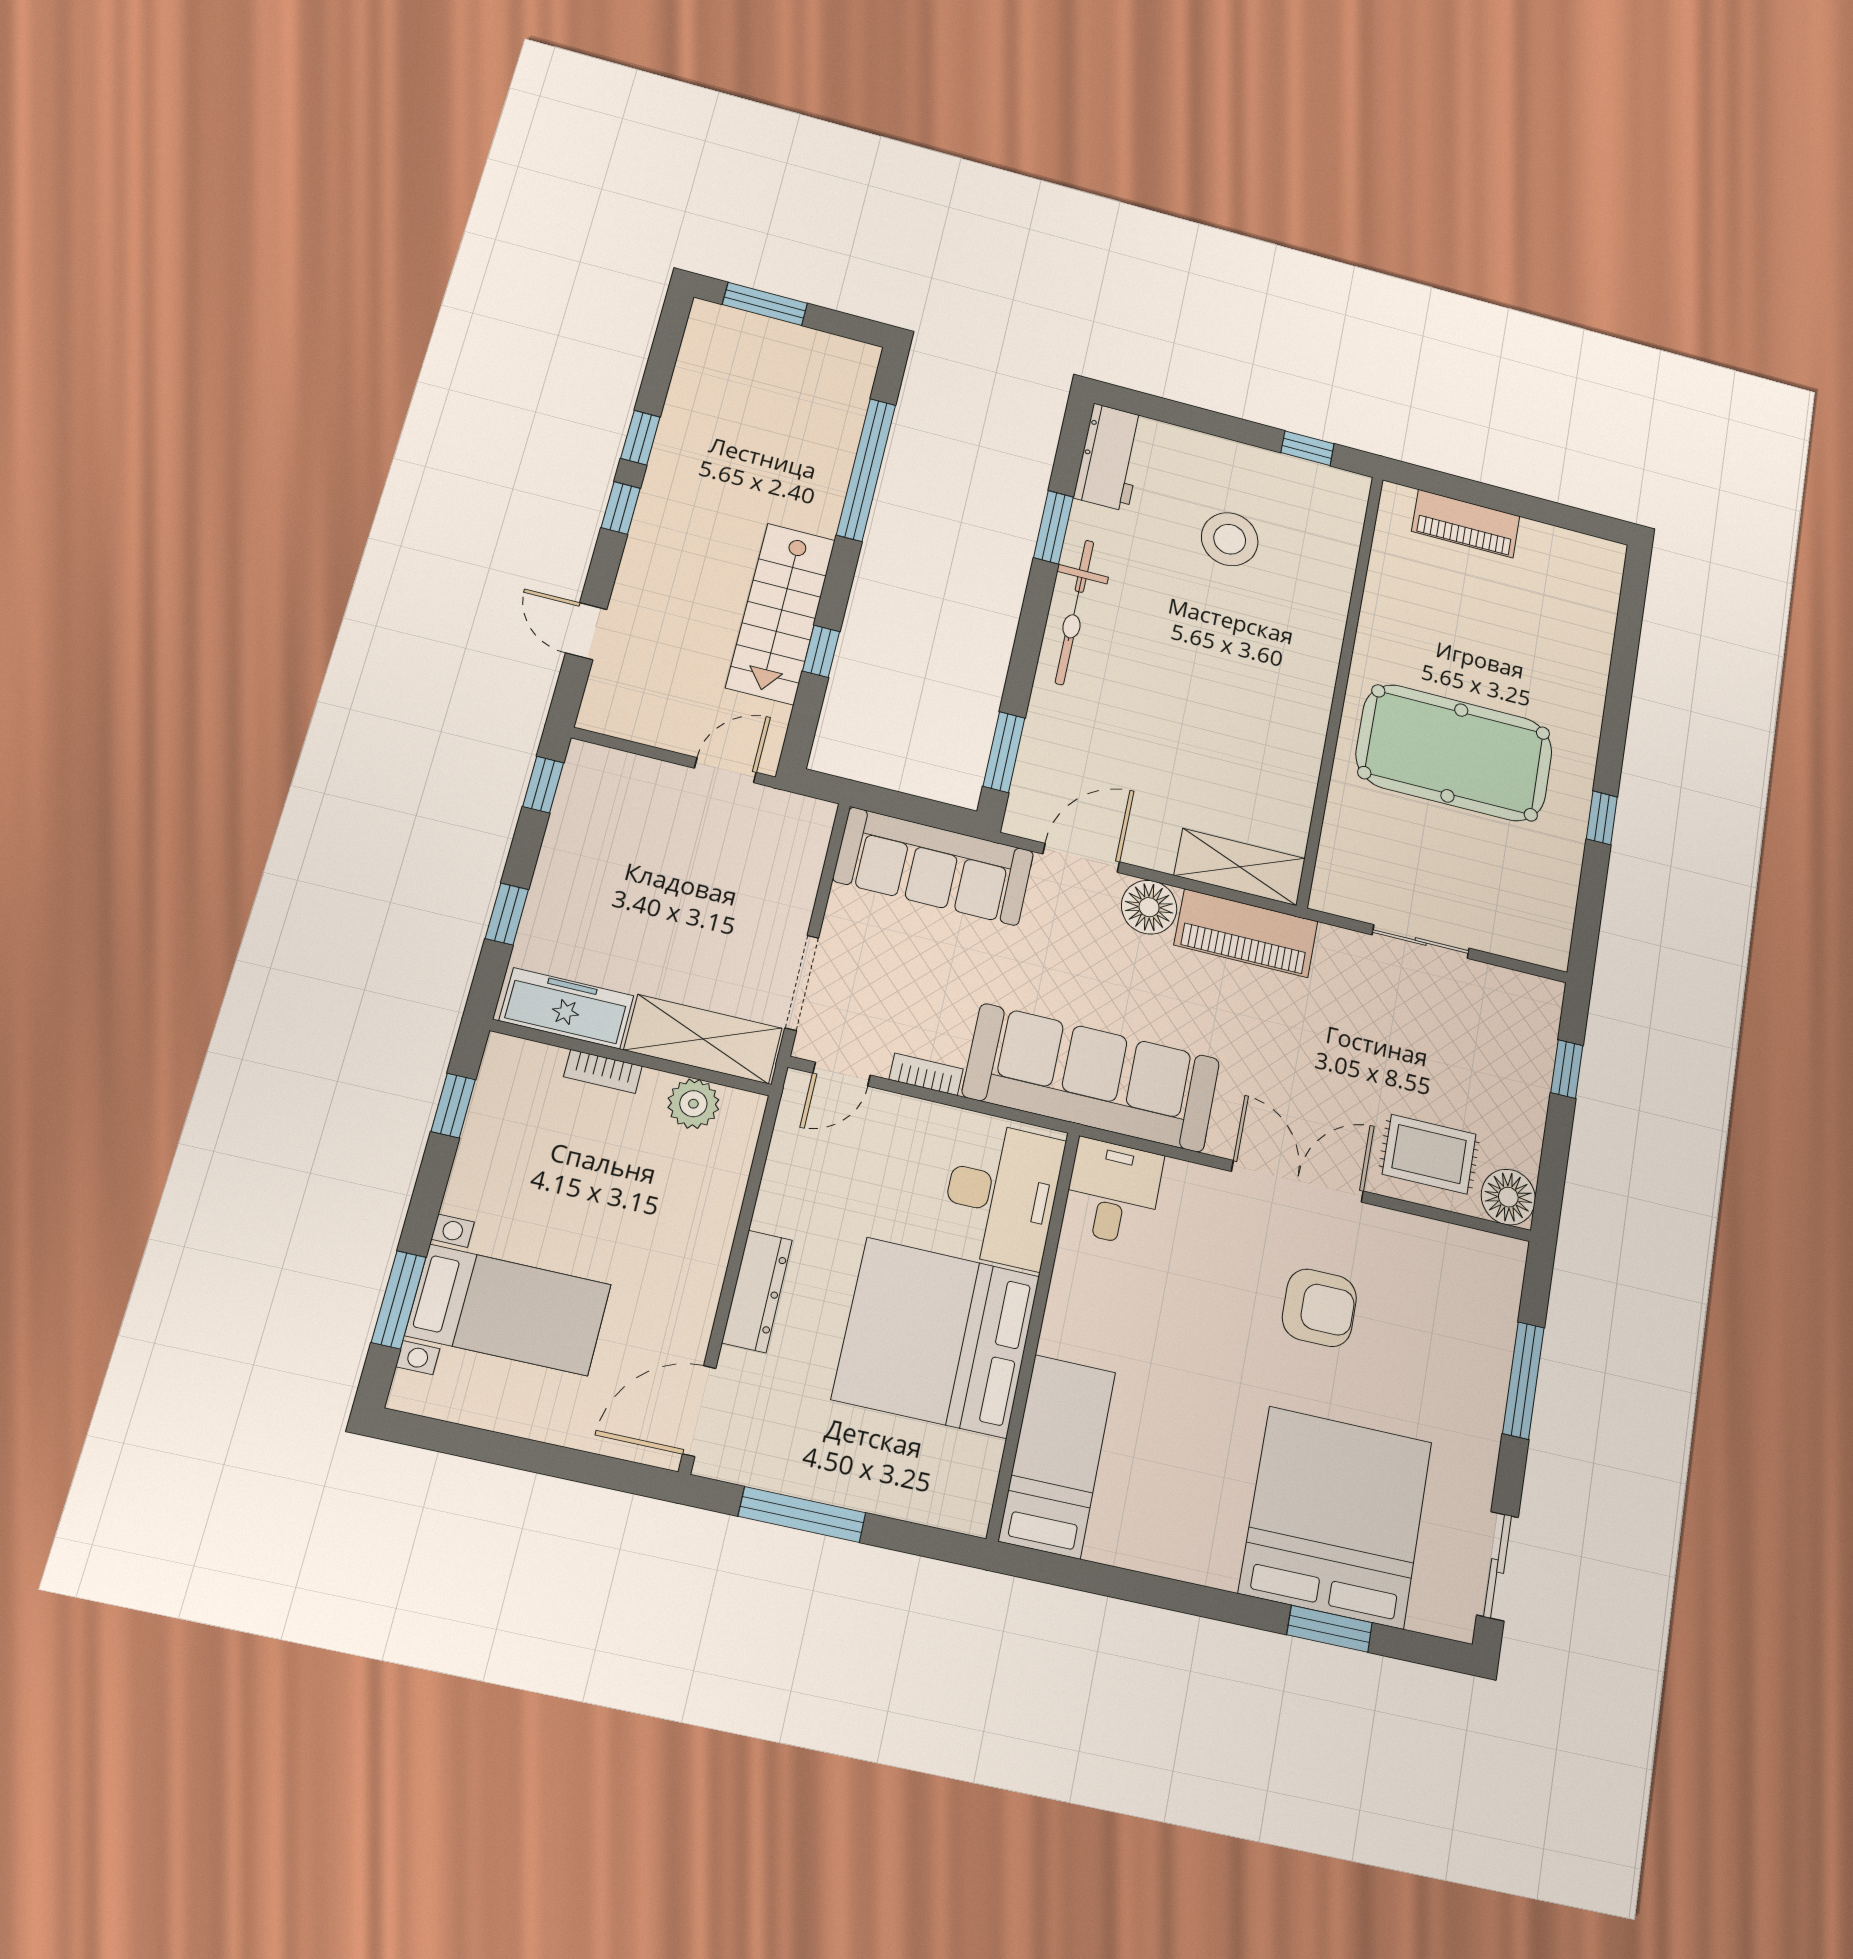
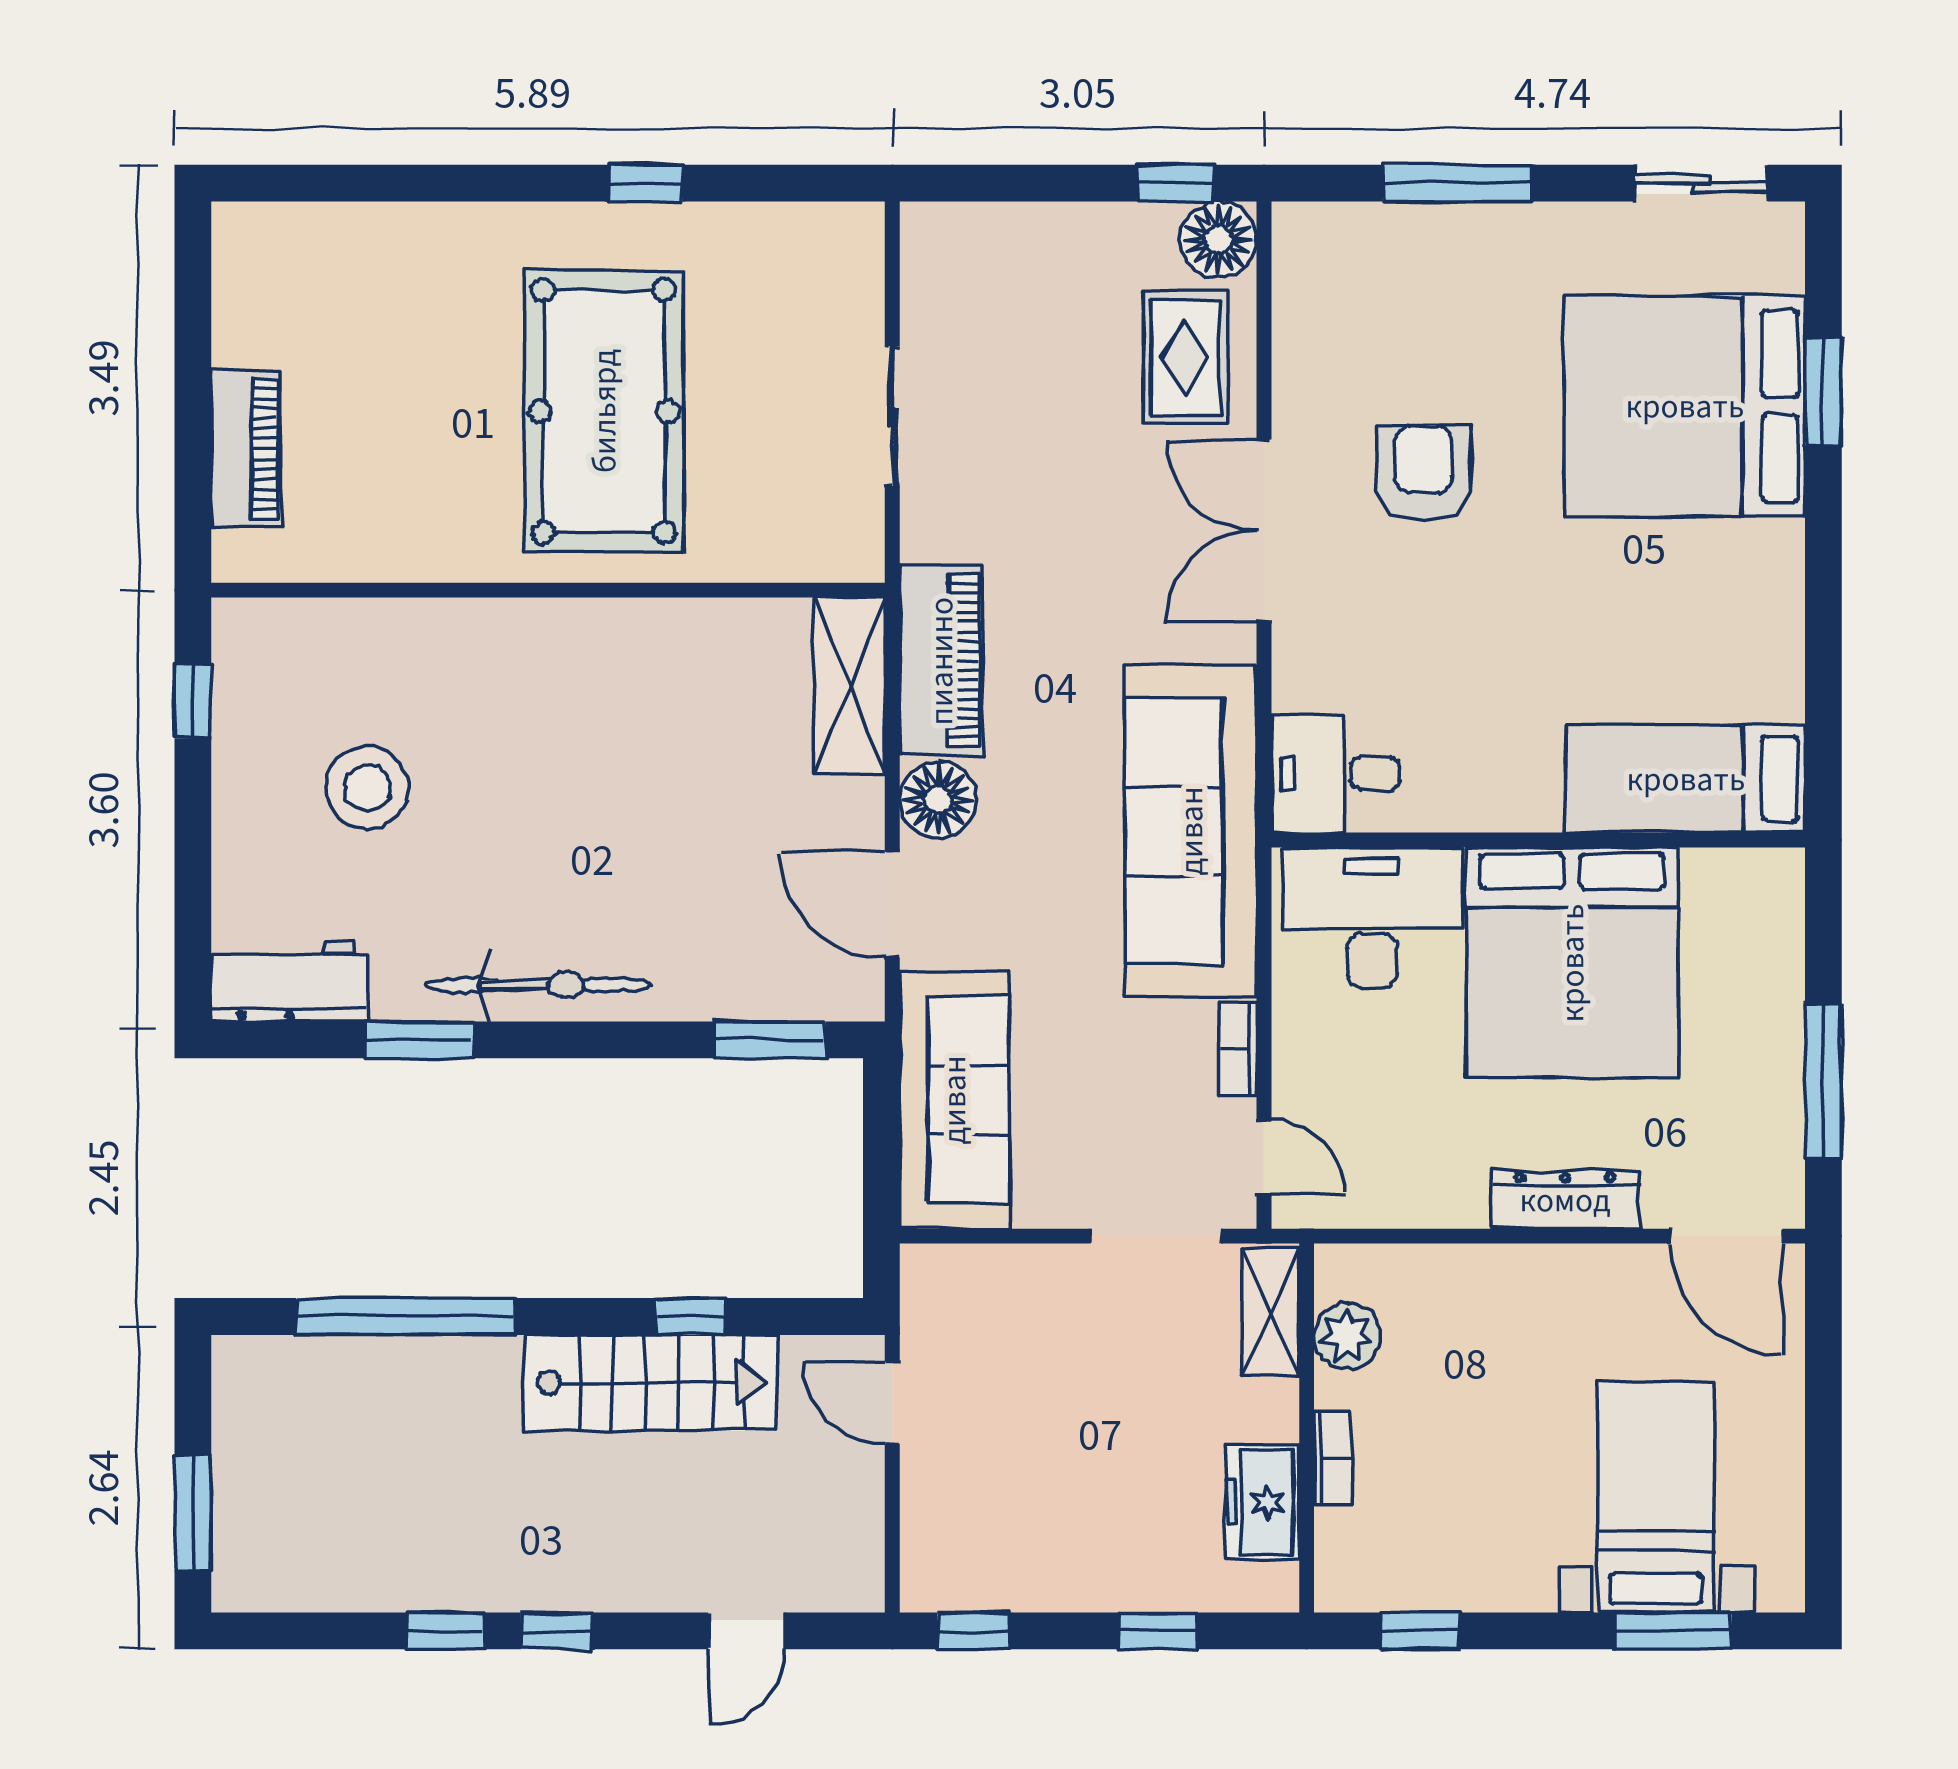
freezer: (567, 1008) -> (1262, 1502), width x0.71
shelving: (703, 1039) -> (1270, 1312), width x0.67, depth x0.75
window: (1567, 1069) -> (1175, 183), moved

